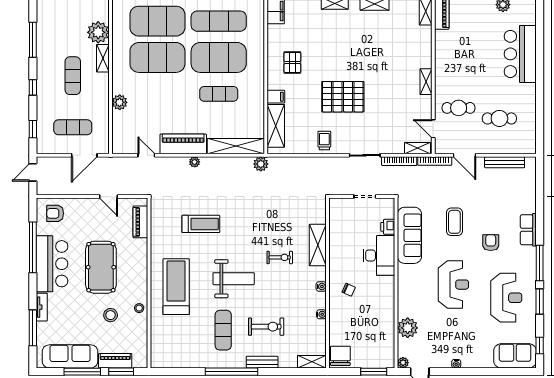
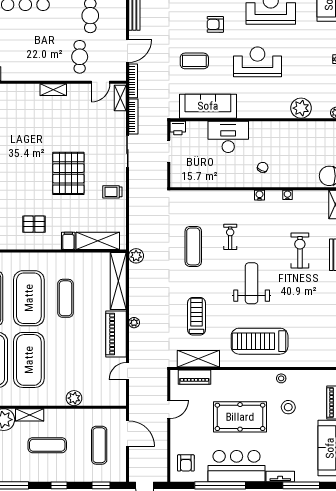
printer: (388, 227) -> (178, 128), moved
shelving: (318, 245) -> (198, 359), moved
exercise mat: (223, 330) -> (193, 246), moved, turned 90

